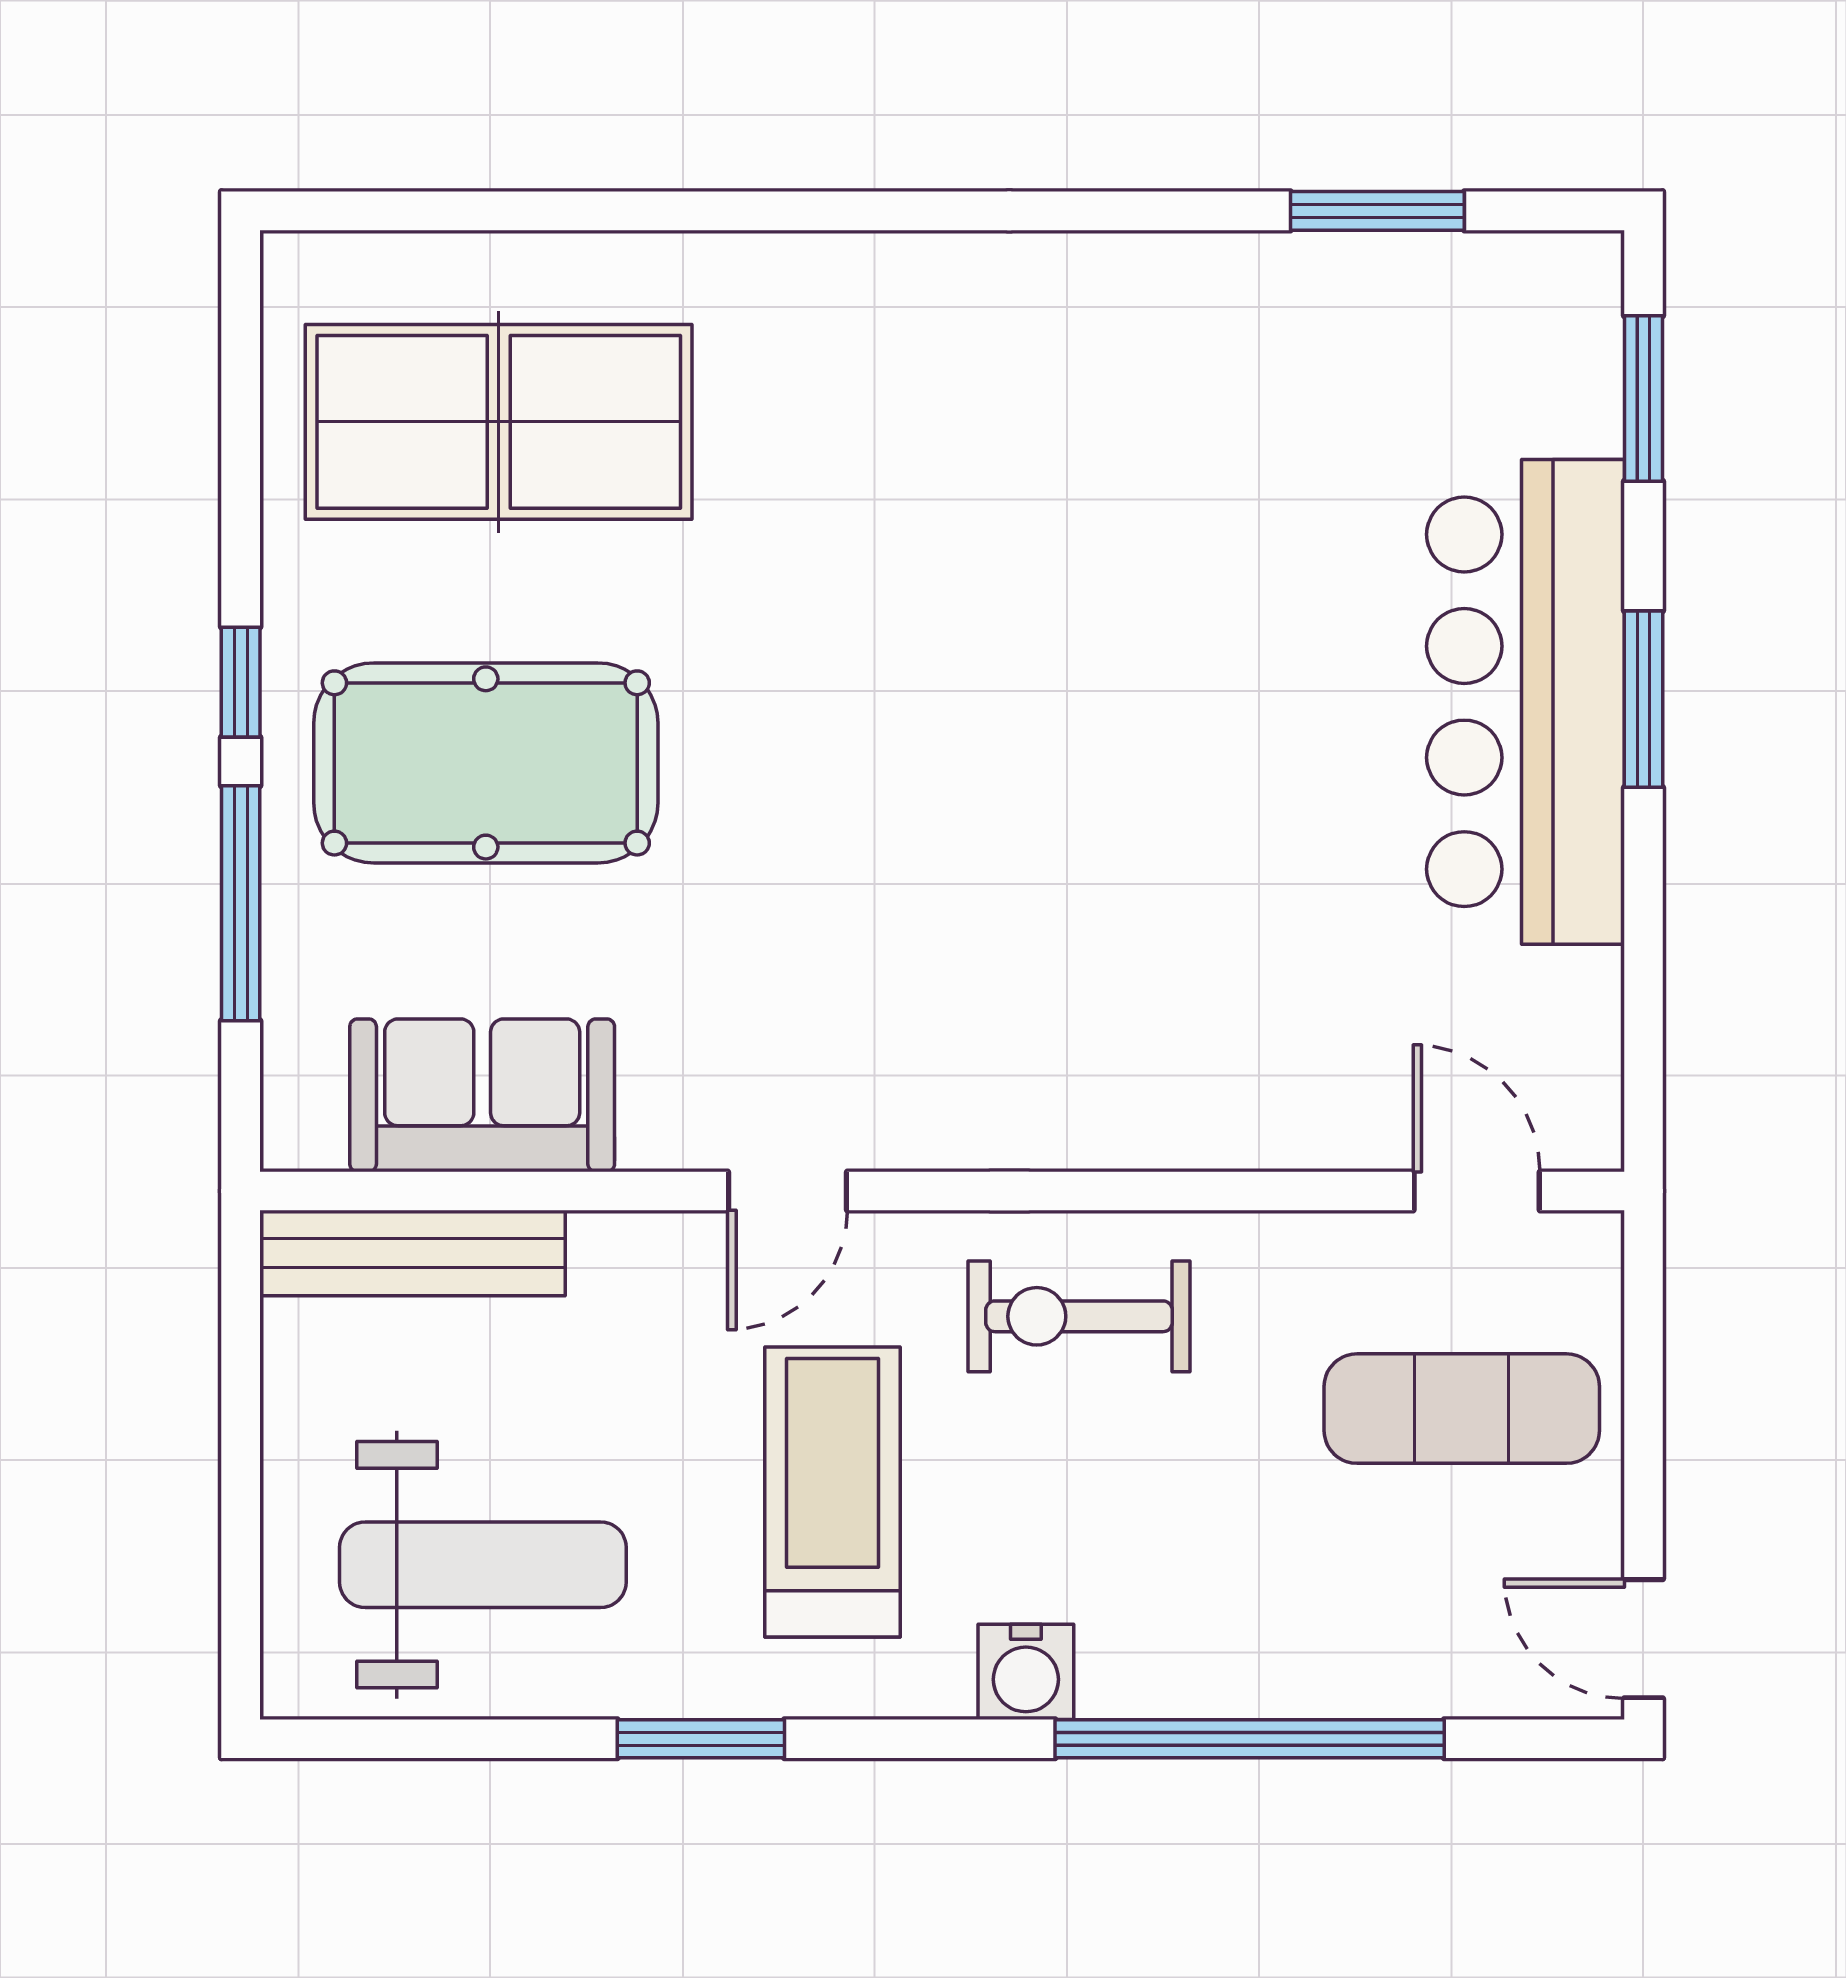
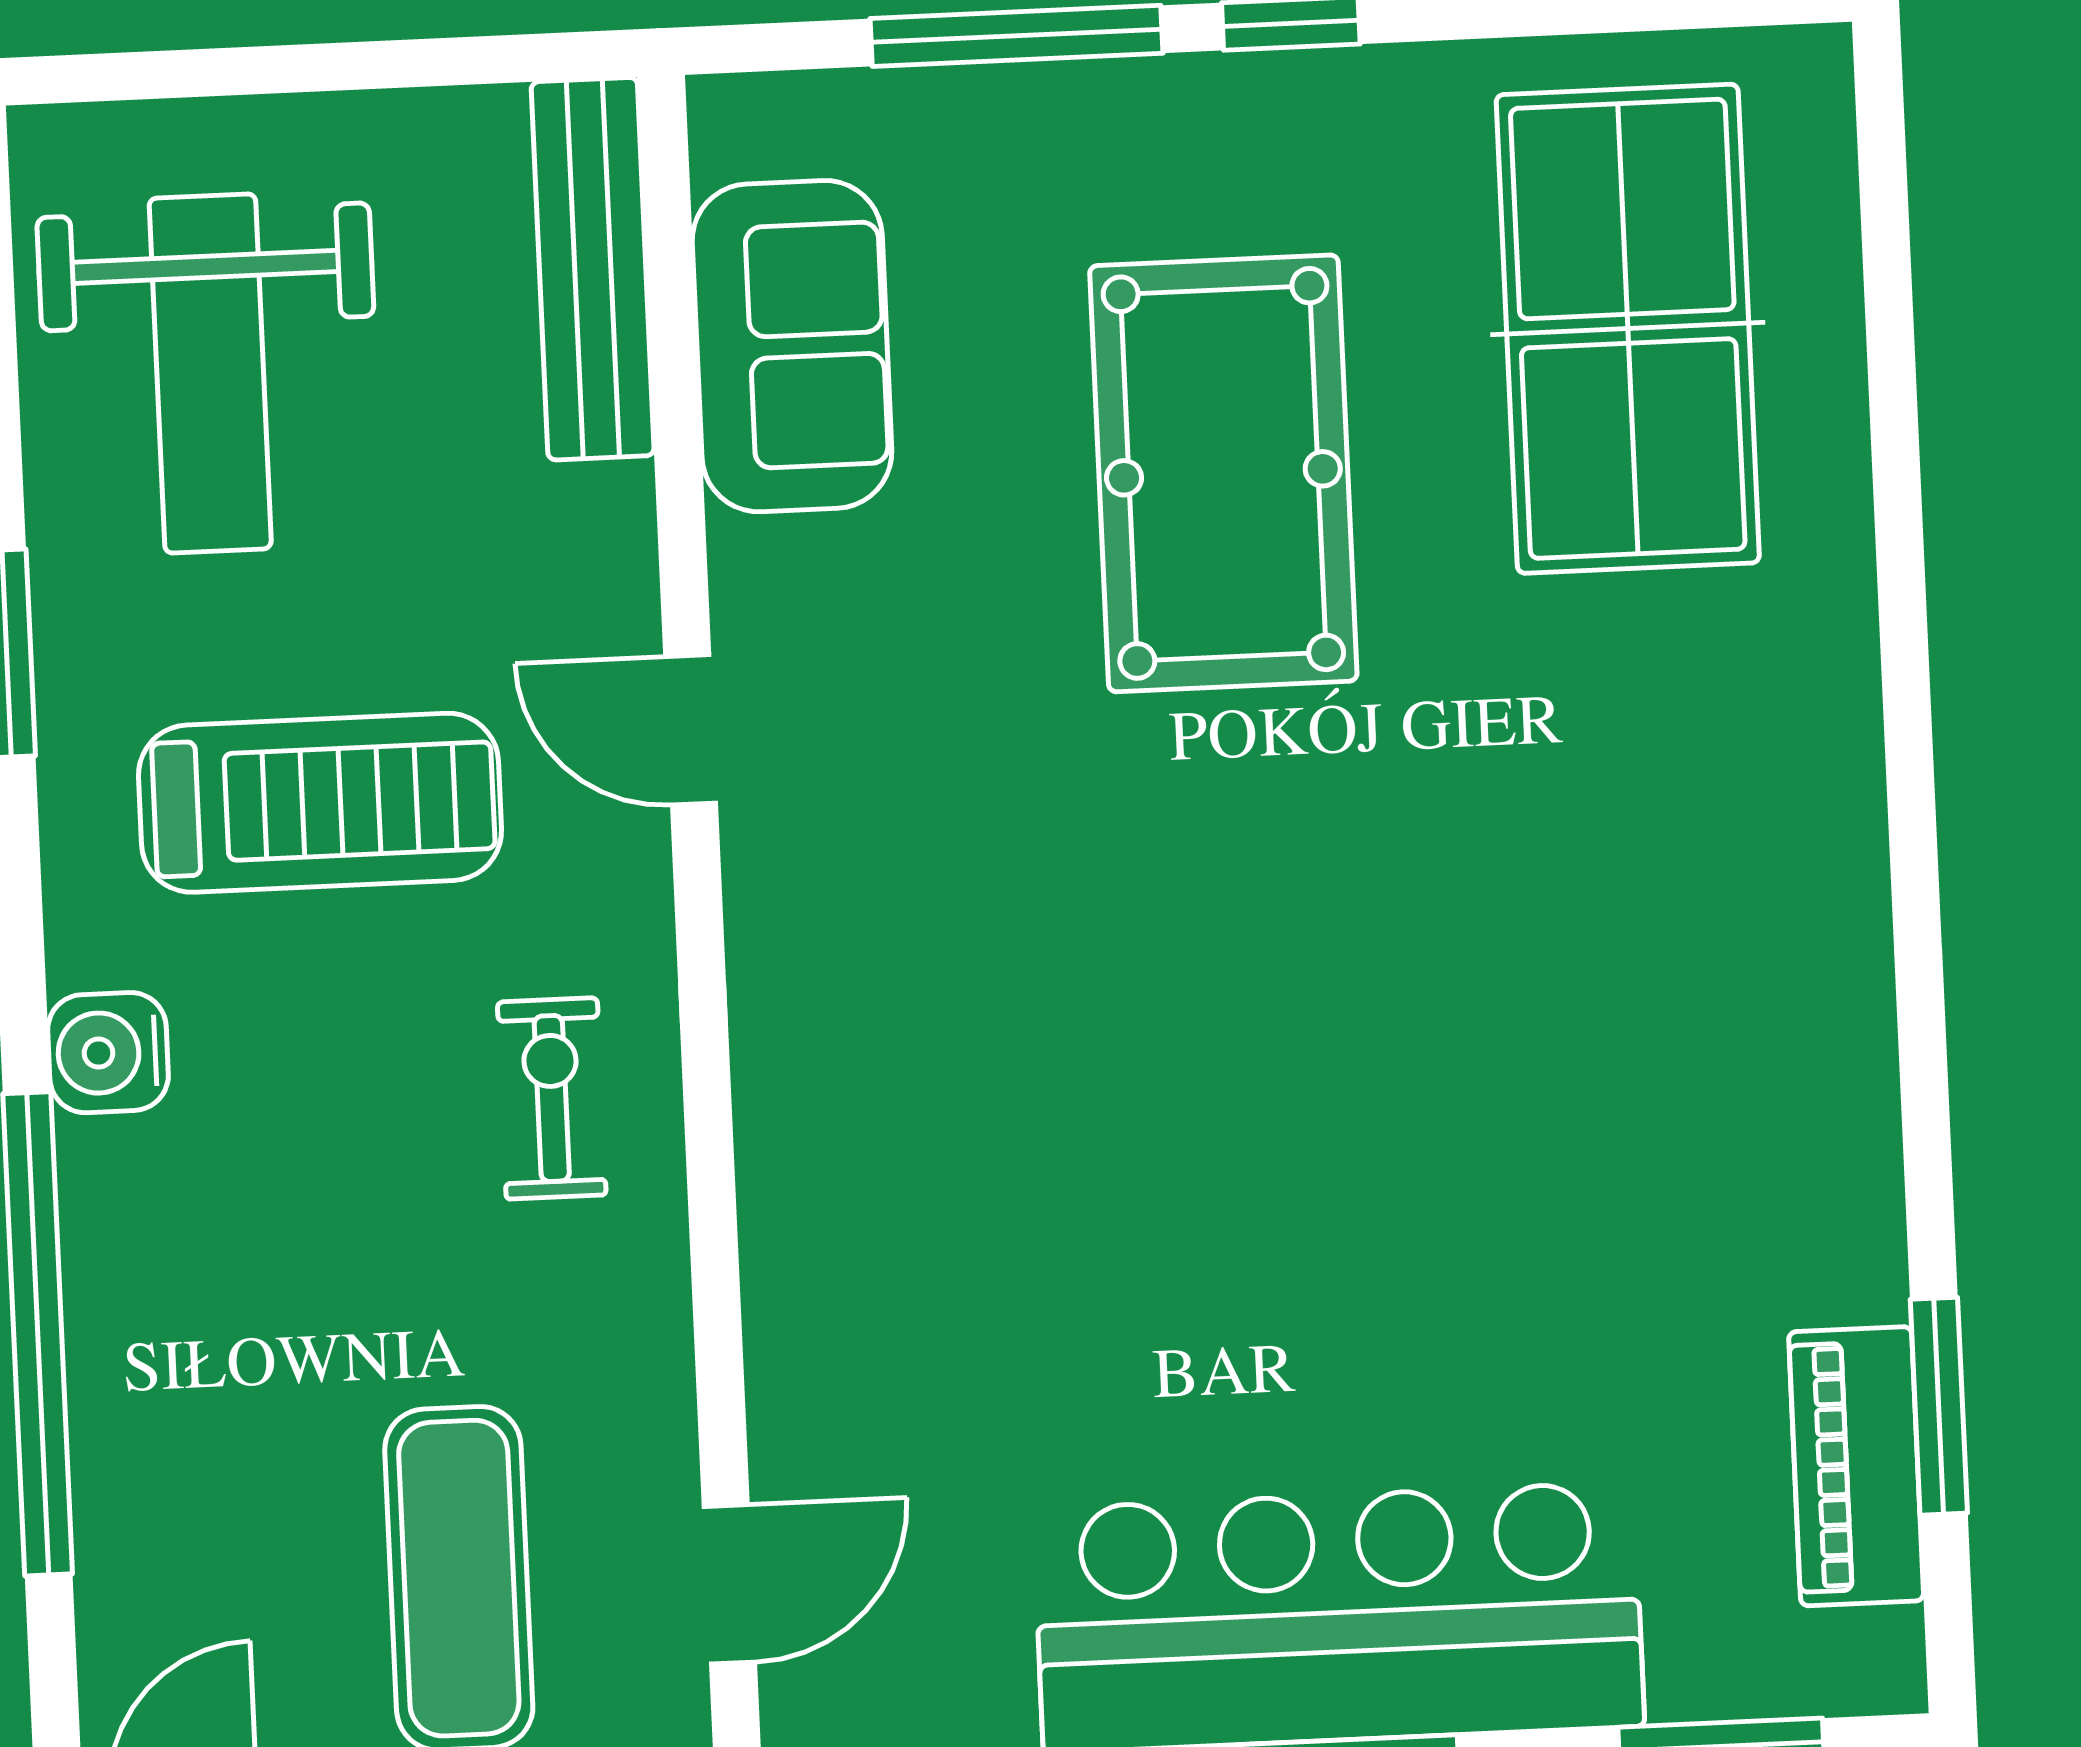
piano: (1423, 280) -> (1856, 1466), added
pool table: (486, 763) -> (1223, 473), moved
exercise bike: (1079, 1316) -> (552, 1098), width x0.73, depth x0.72

